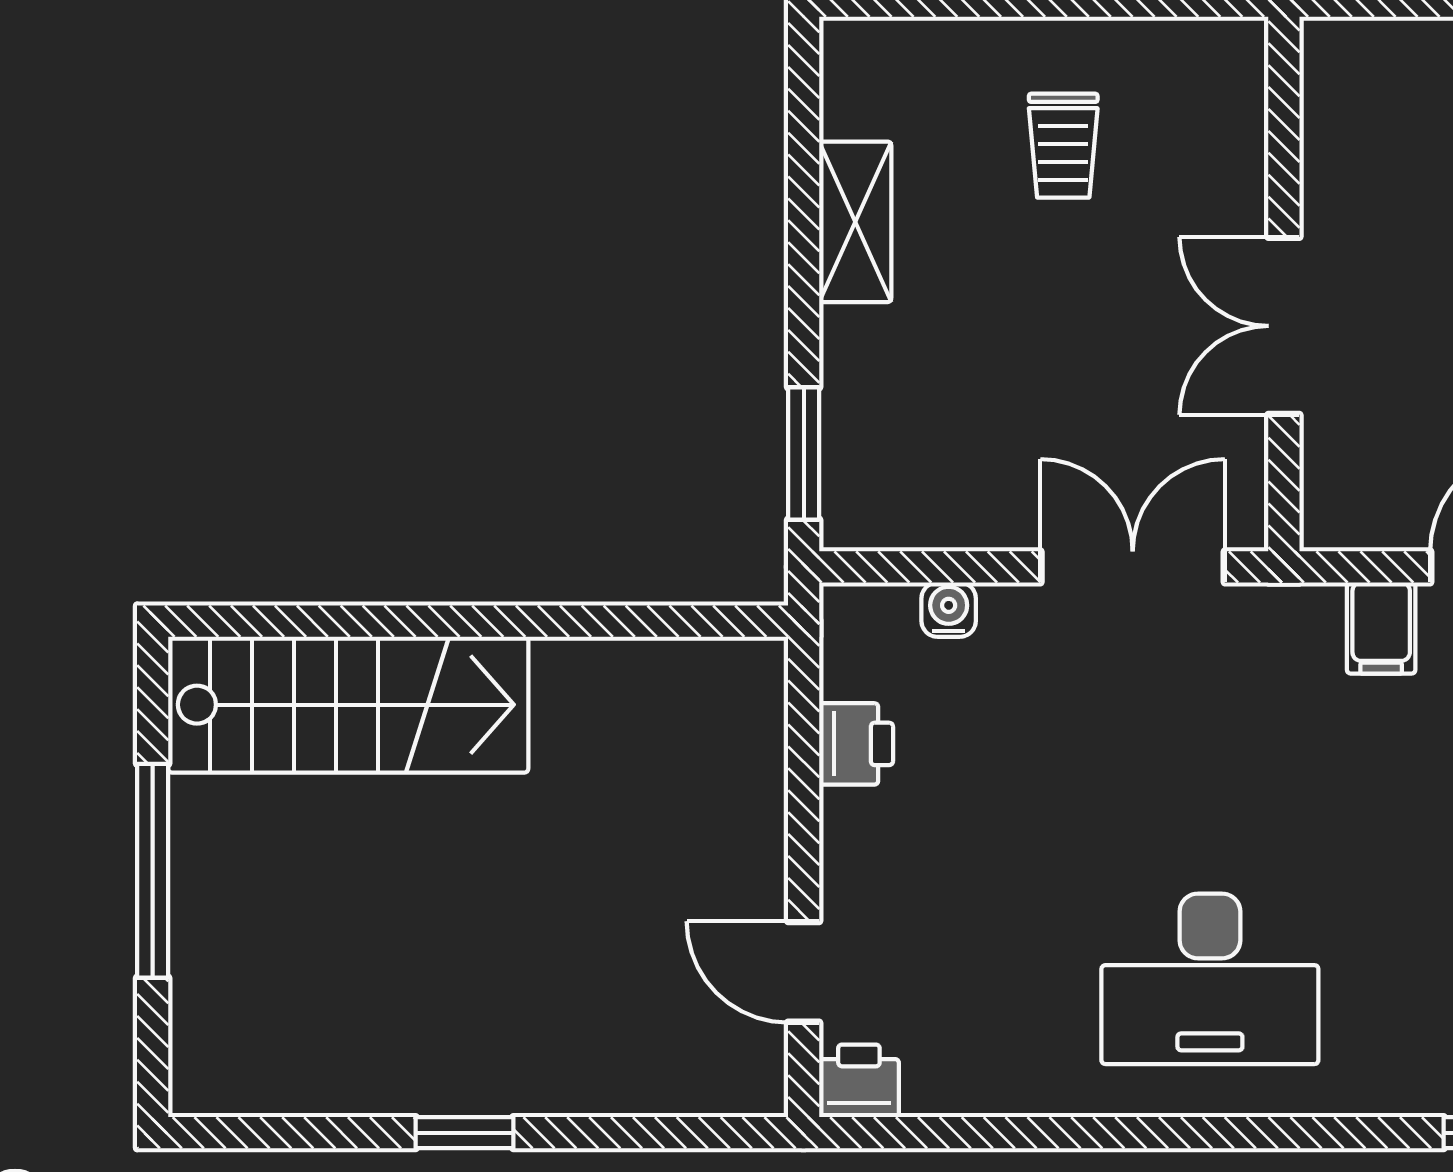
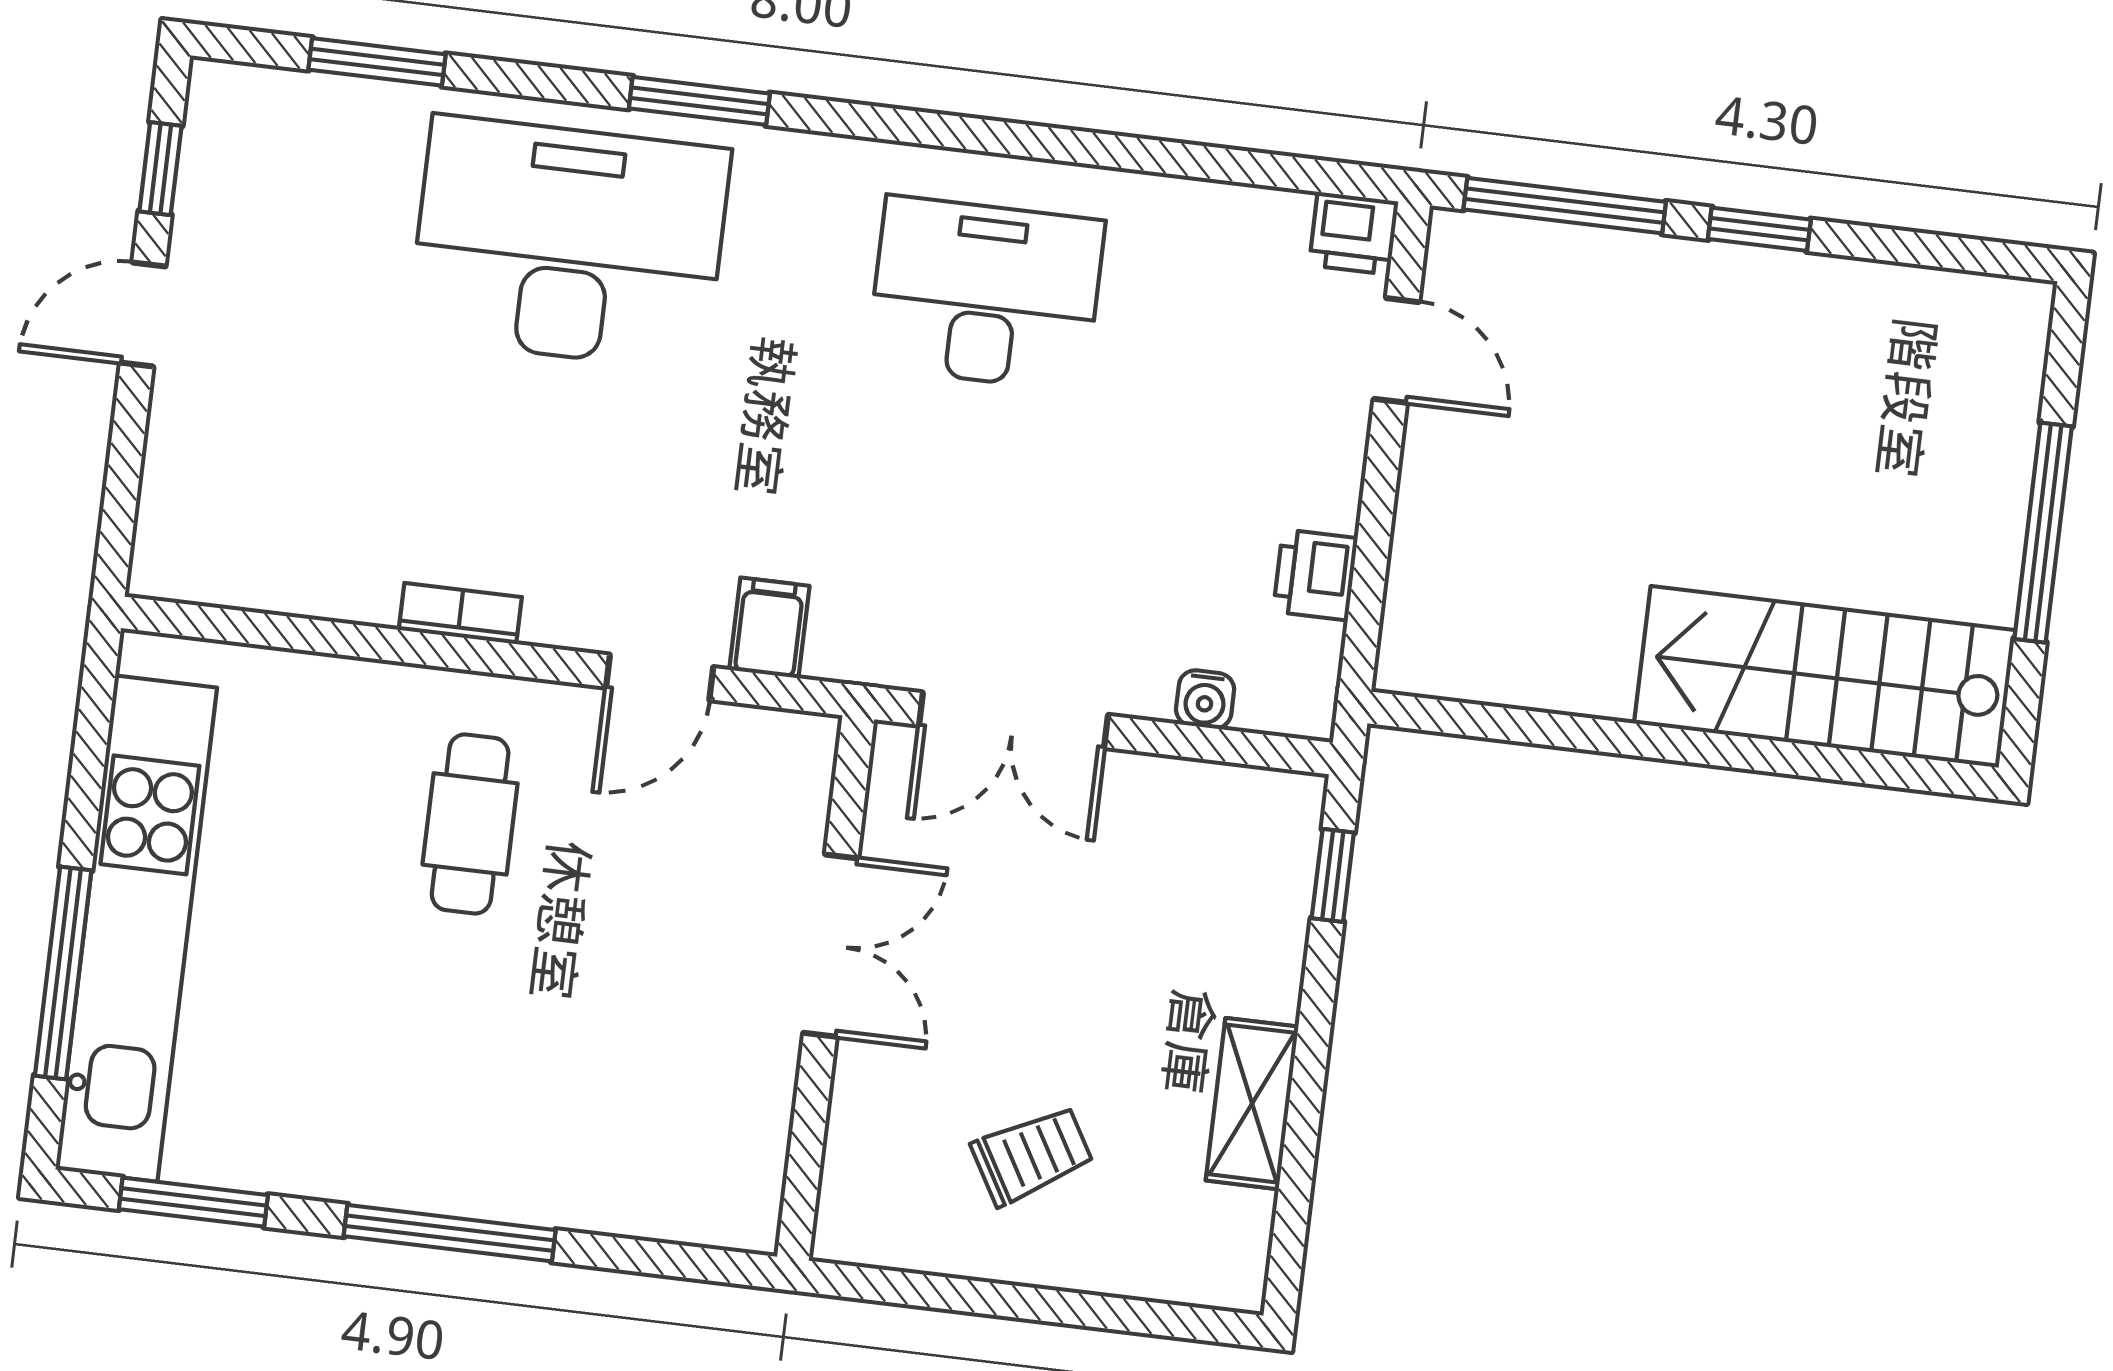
trolley: (1063, 146) -> (1032, 1155), turned 60
window: (804, 453) -> (1333, 875), width x0.67
window: (657, 1133) -> (1565, 206), added

